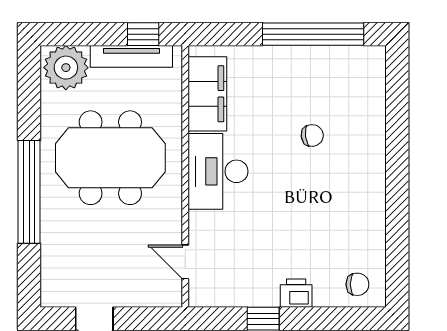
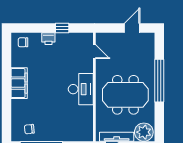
filing cabinet: (207, 94) -> (19, 83), moved, turned 180
chair: (312, 135) -> (29, 129), moved

